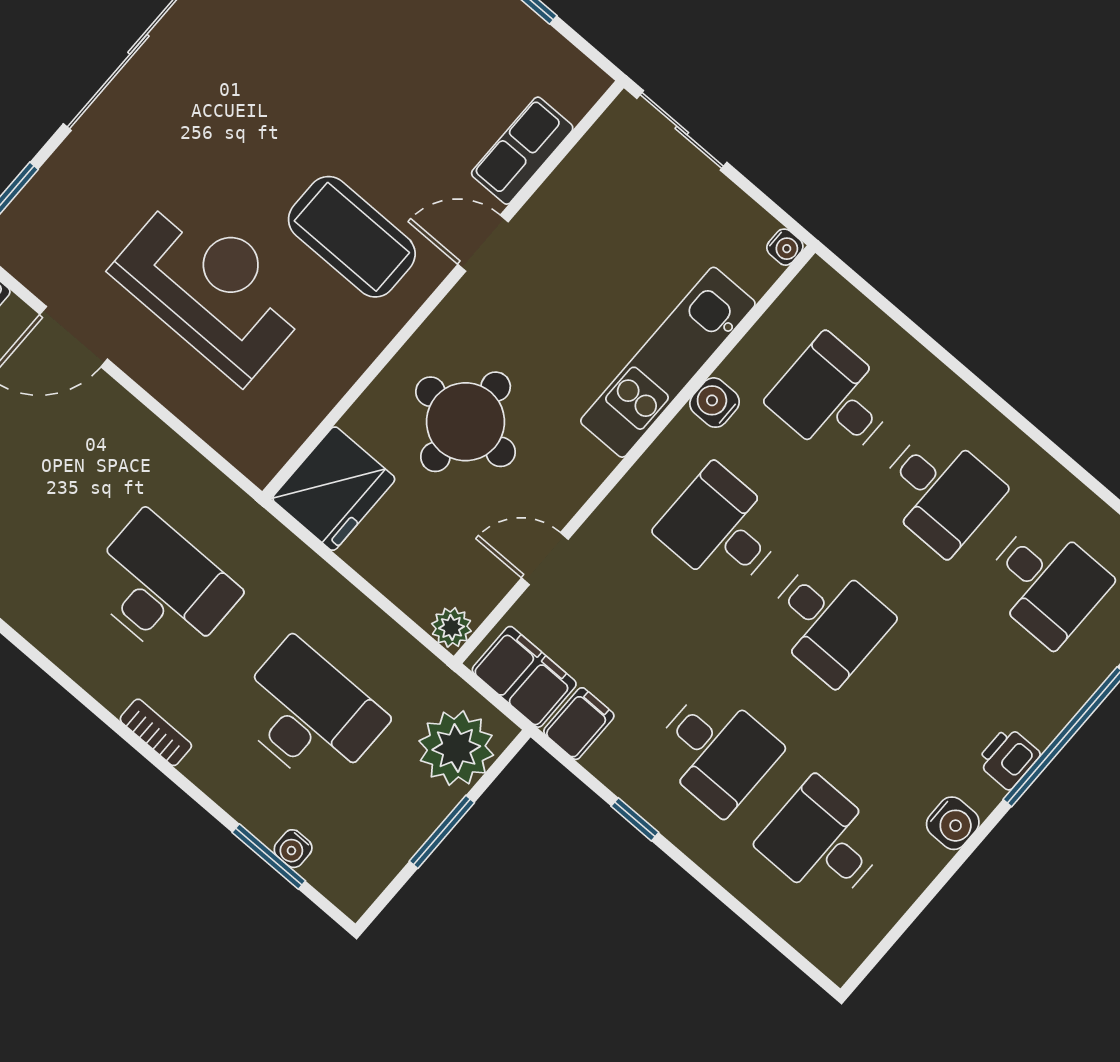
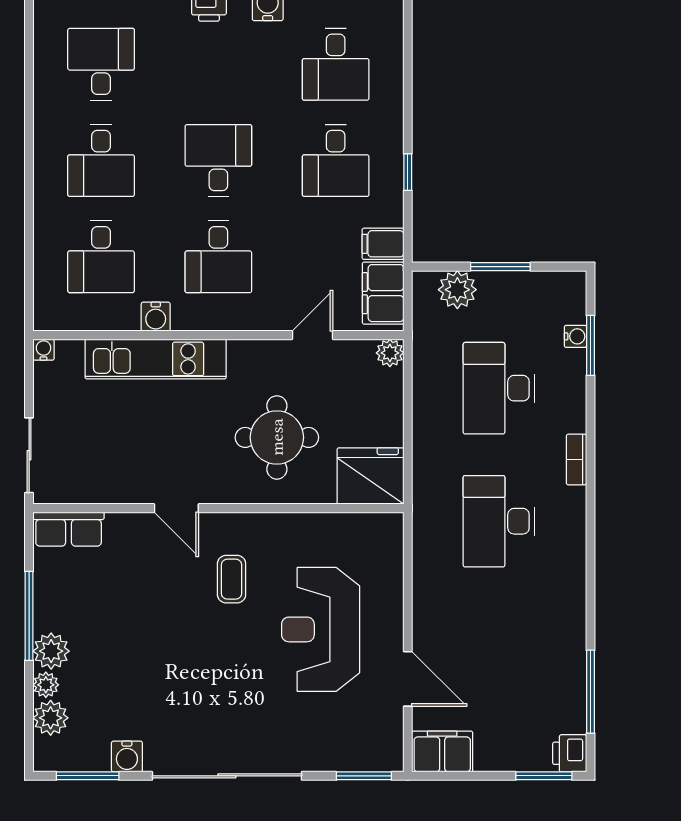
row of seats: (522, 151) -> (69, 529), moved
coffee table: (352, 237) -> (232, 579), width x0.54, depth x0.58
desk: (940, 491) -> (101, 160), turned 180
door: (545, 559) -> (313, 335), swing flipped
plant: (456, 748) -> (457, 290), width x0.73, depth x0.73
desk: (716, 751) -> (336, 160), turned 180

